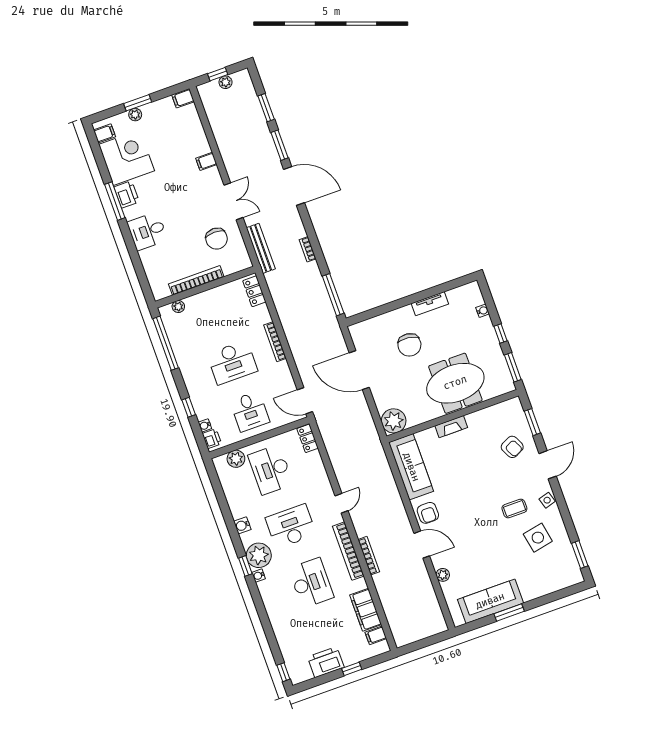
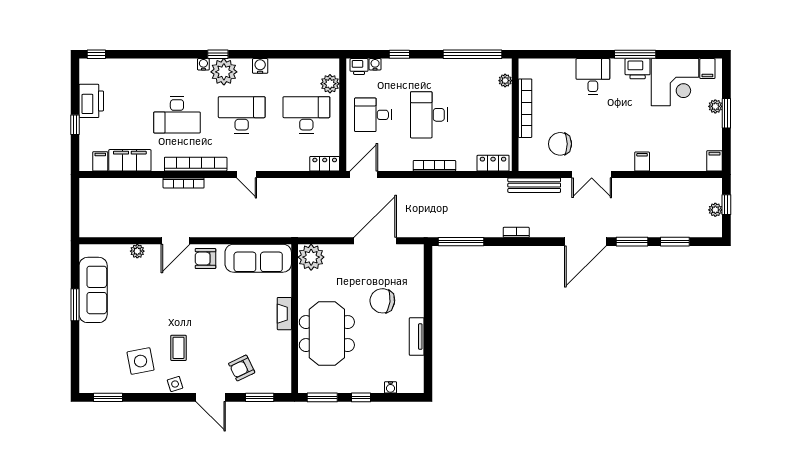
desk: (291, 526) -> (242, 115), turned -90

